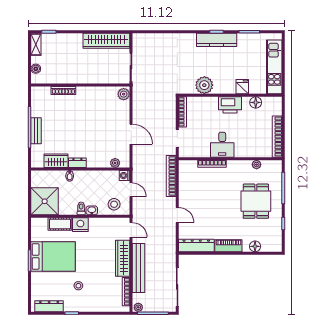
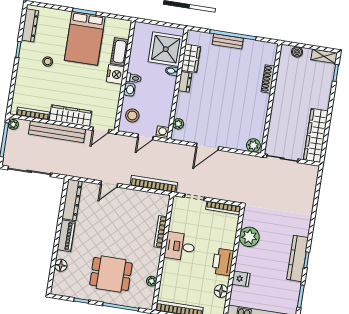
shower: (45, 201) -> (166, 49), moved

